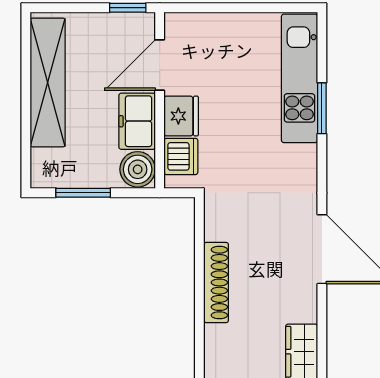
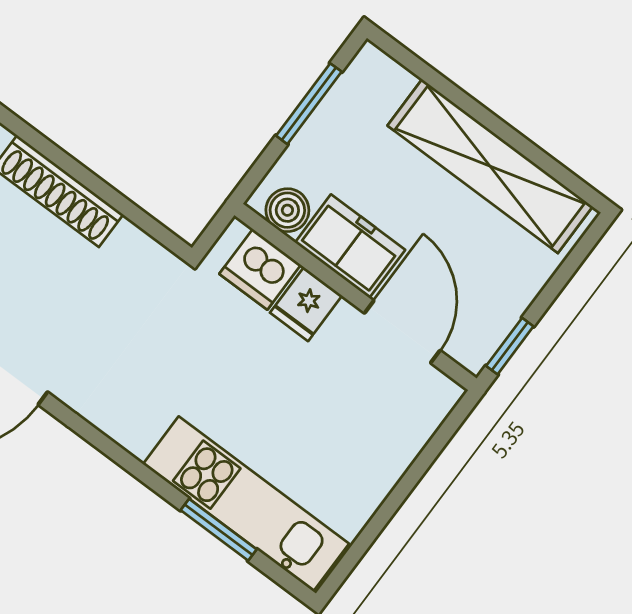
window: (322, 108) -> (219, 530), moved
fridge: (181, 116) -> (306, 304), width x0.72
boiler: (138, 169) -> (287, 210), width x0.73, depth x0.73

